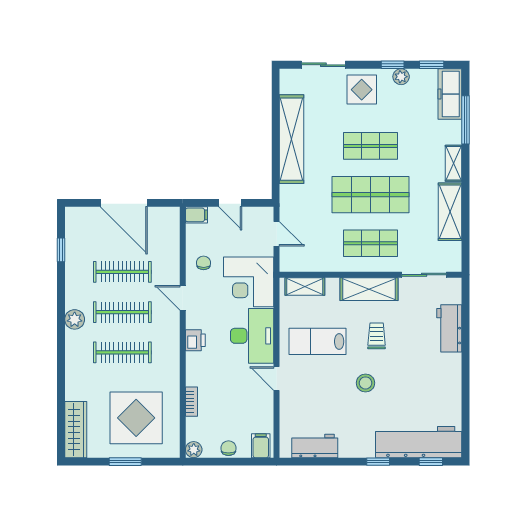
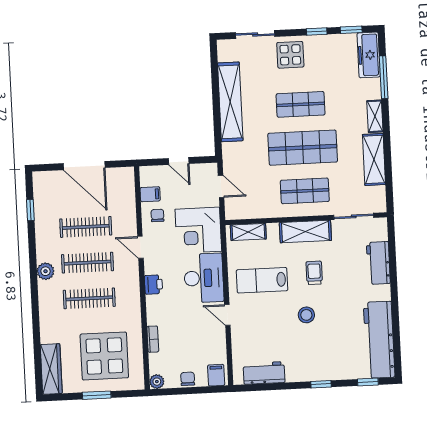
plant: (401, 77) -> (325, 42), removed
filing cabinet: (196, 215) -> (150, 194), moved
workbench: (419, 442) -> (379, 340), moved, turned -90

